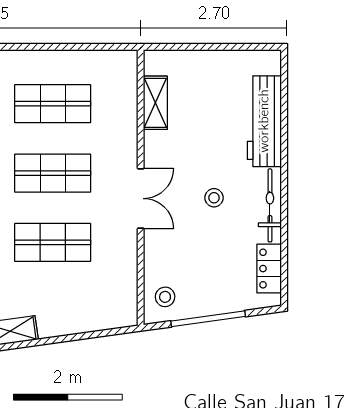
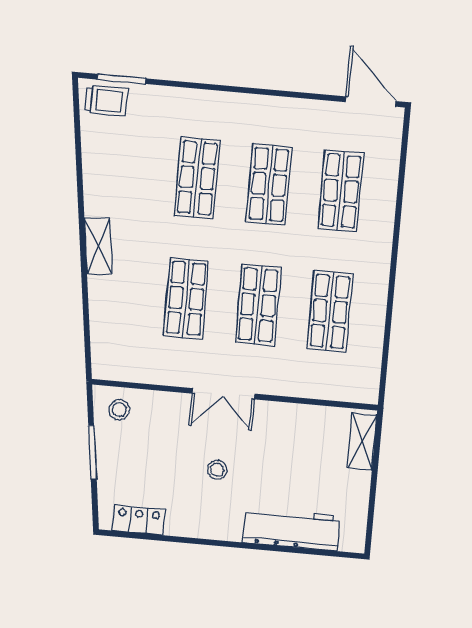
shelving: (155, 103) -> (362, 441), moved, turned 90
bicycle: (270, 205) -> (204, 527), removed
window: (208, 319) -> (92, 452), width x0.69

